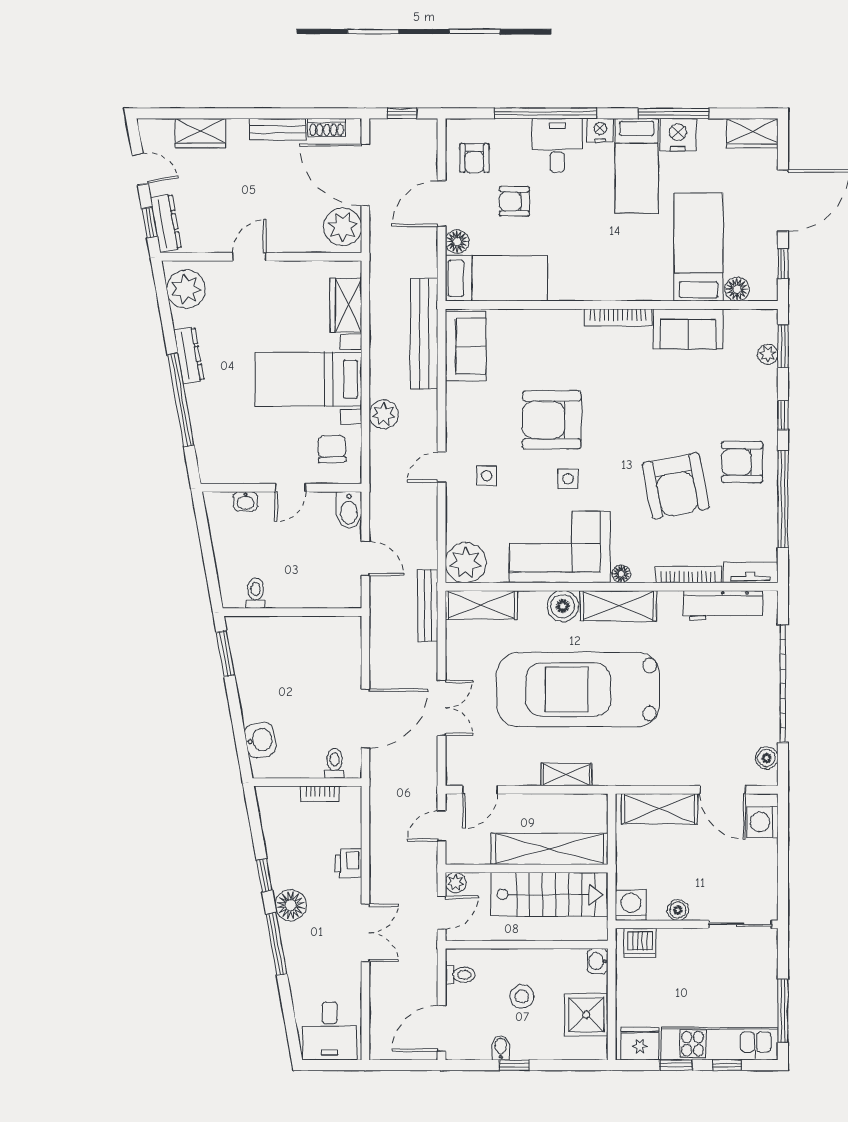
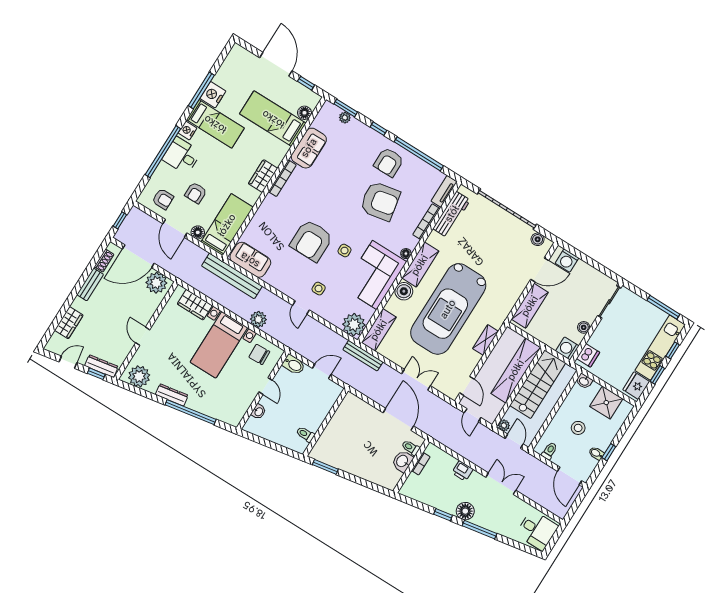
wardrobe: (752, 133) -> (263, 176), moved, turned 180
washbasin: (260, 740) -> (402, 461), moved, turned -80

